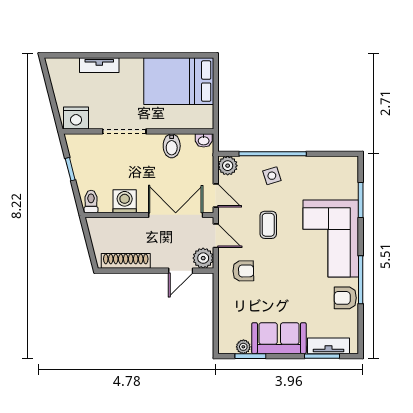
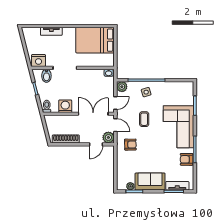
bidet: (172, 146) -> (46, 76), moved
door: (216, 195) -> (115, 103), hinge flipped

